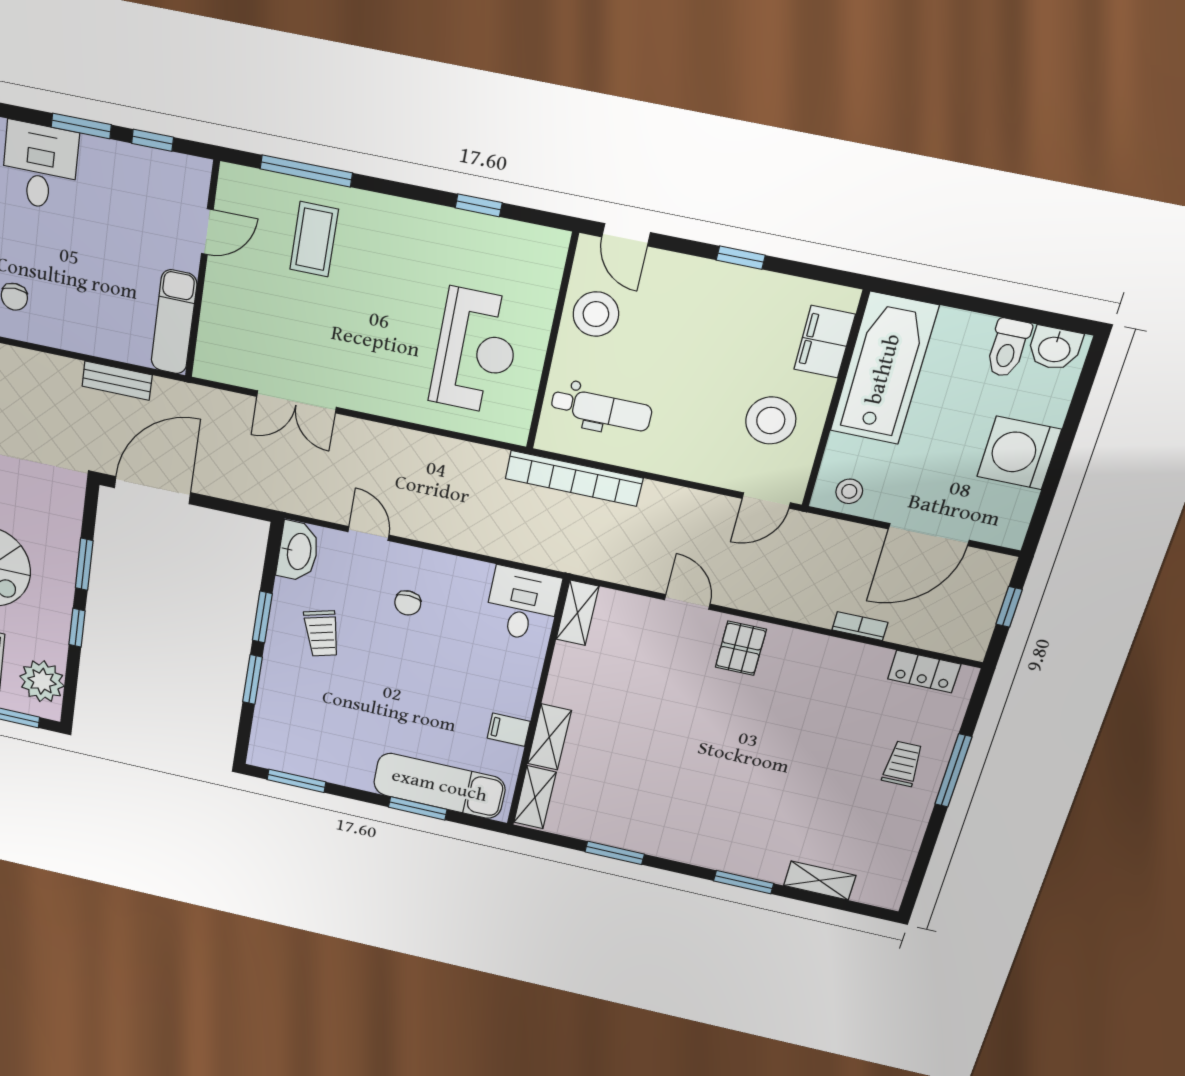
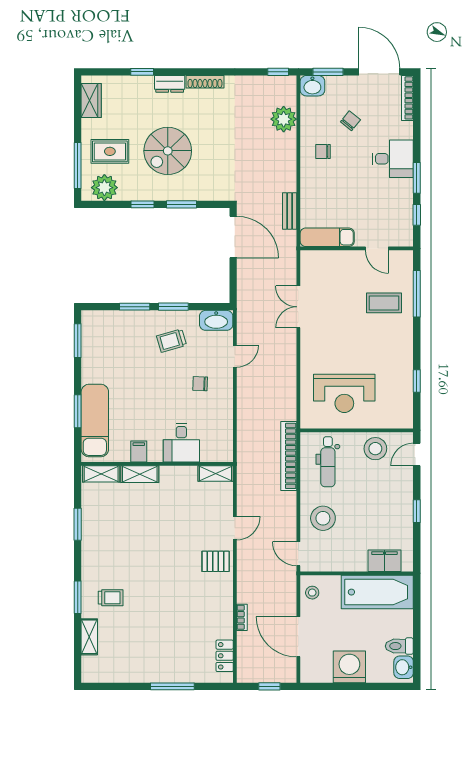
stool: (771, 420) -> (323, 518), moved
desk: (522, 604) -> (181, 443), moved, turned 90
trolley: (903, 764) -> (111, 598), moved

